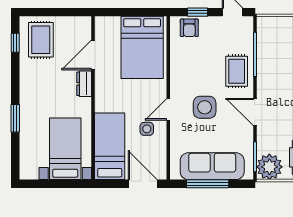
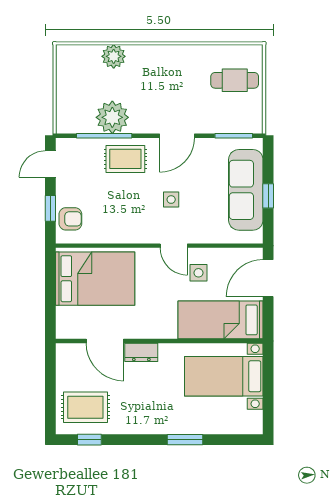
side table: (205, 107) -> (171, 200), width x0.54, depth x0.54
plant: (269, 167) -> (112, 117), moved
window: (208, 184) -> (268, 196), width x0.46

